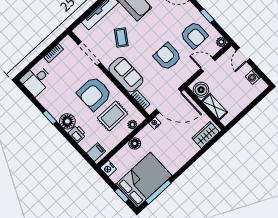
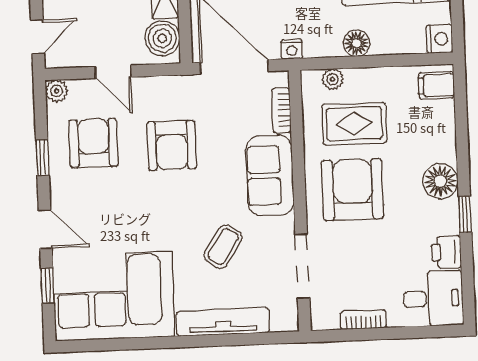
armchair: (94, 93) -> (353, 190), turned -90
printer: (77, 134) -> (446, 252), moved

